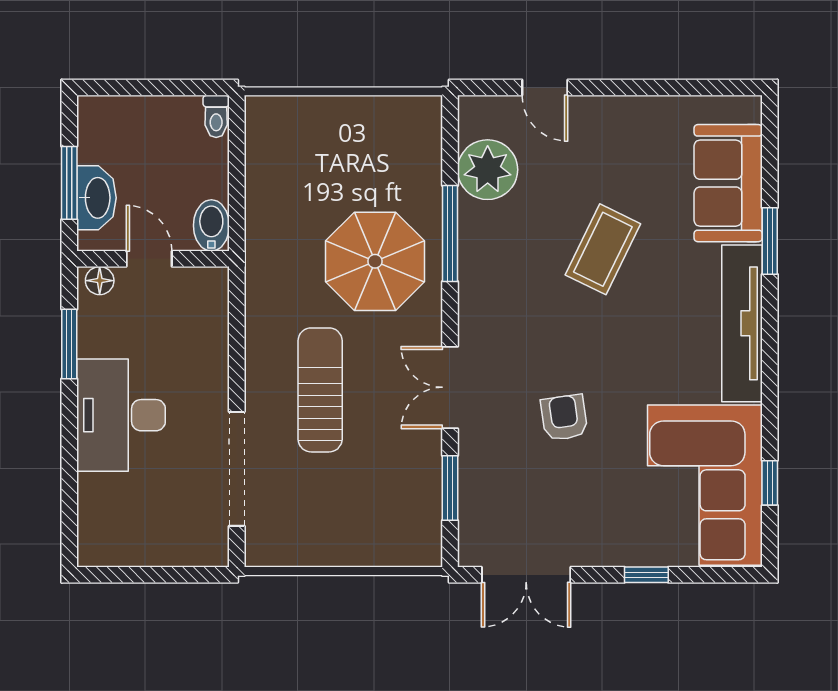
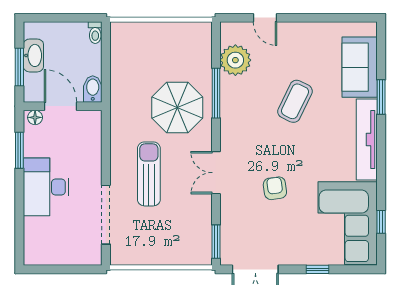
washbasin: (96, 198) -> (33, 55), moved
door: (149, 259) -> (61, 106), width x1.38
window: (450, 488) -> (216, 242), moved

